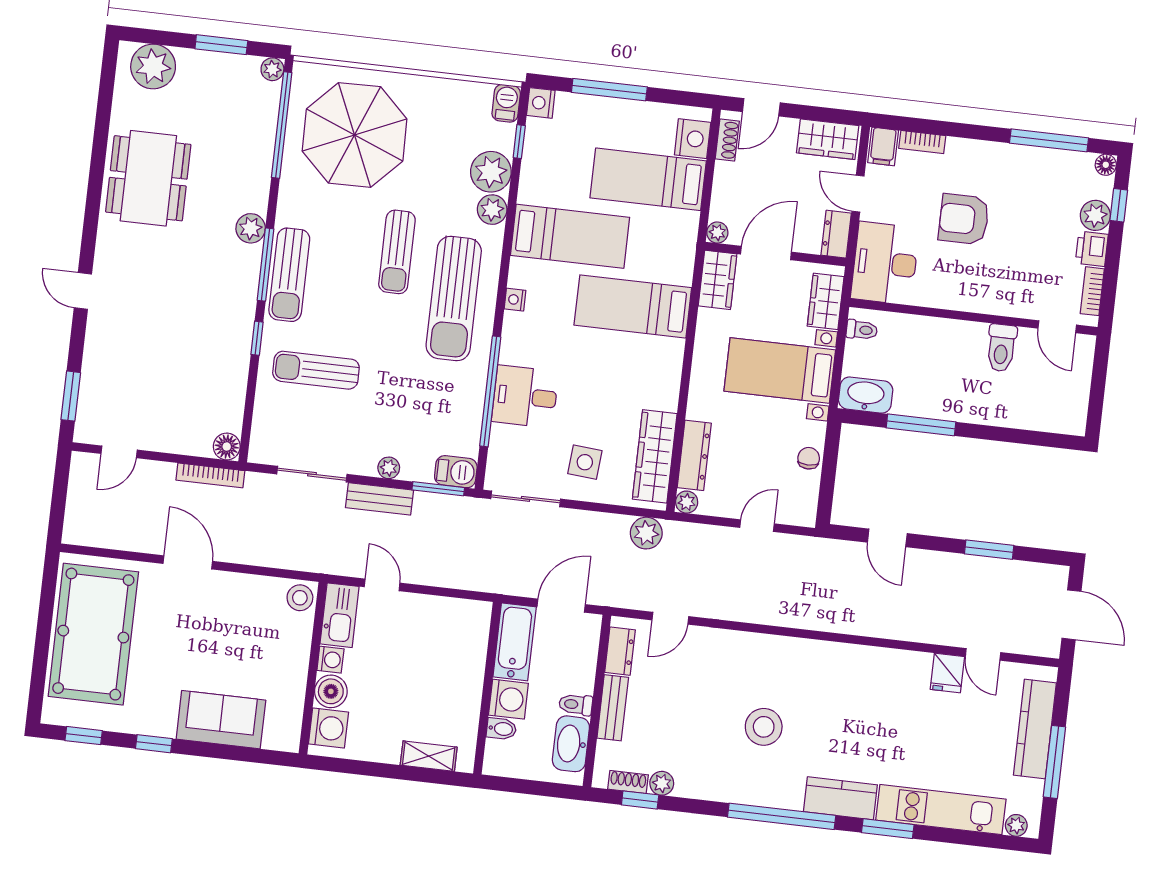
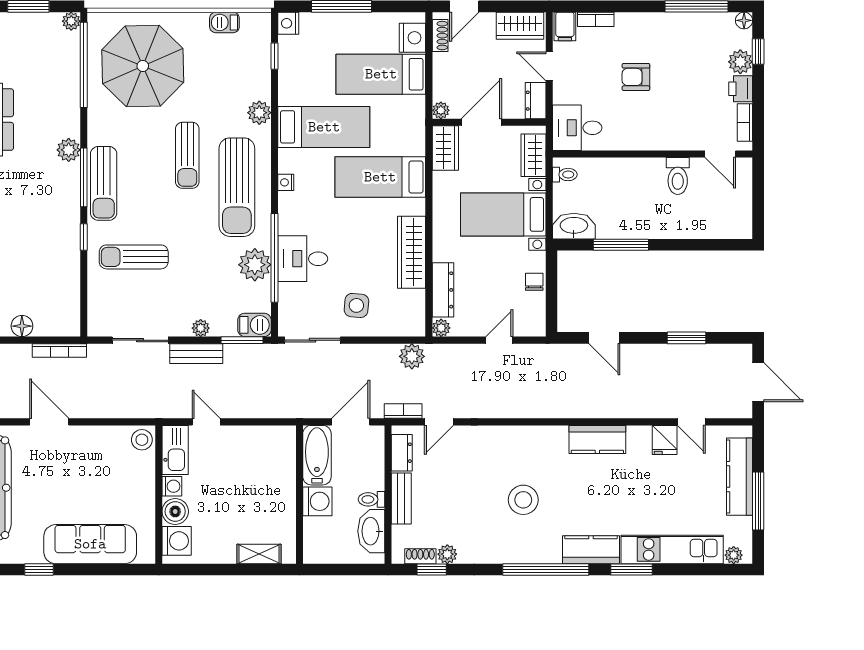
barbecue: (506, 103) -> (224, 22), moved, turned -90
plant: (491, 172) -> (255, 265), moved
armchair: (964, 219) -> (636, 77), width x0.72, depth x0.72
desk: (885, 263) -> (577, 128), width x0.73
floor lamp: (227, 447) -> (22, 326), moved
wardrobe: (655, 456) -> (412, 252), moved
bookcase: (628, 600) -> (403, 411), added
kitchen counter: (864, 663) -> (597, 439), added
sofa: (221, 720) -> (90, 544), width x1.36
bidet: (501, 729) -> (315, 526), removed

